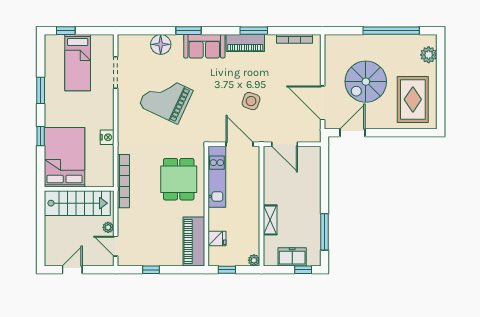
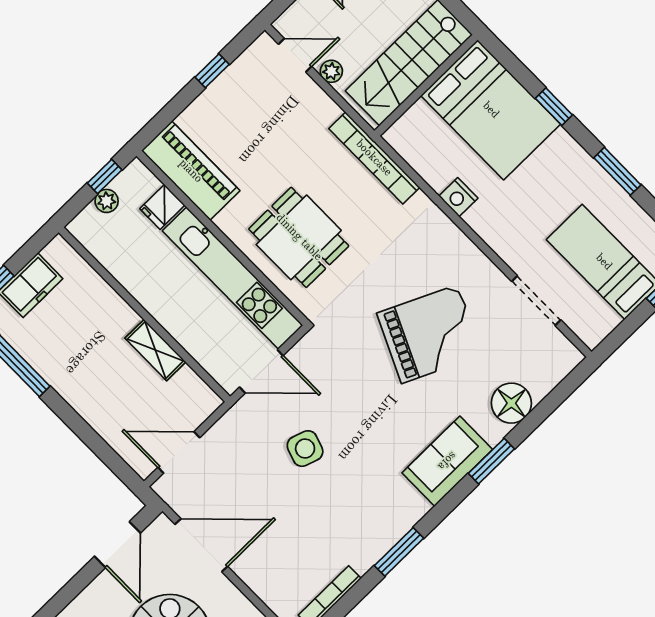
piano: (245, 43) -> (394, 523), removed
door: (285, 144) -> (179, 452), moved
kitchen unit: (217, 177) -> (233, 278), width x1.36
shelving: (270, 220) -> (155, 350), moved
plant: (254, 260) -> (107, 201), moved

